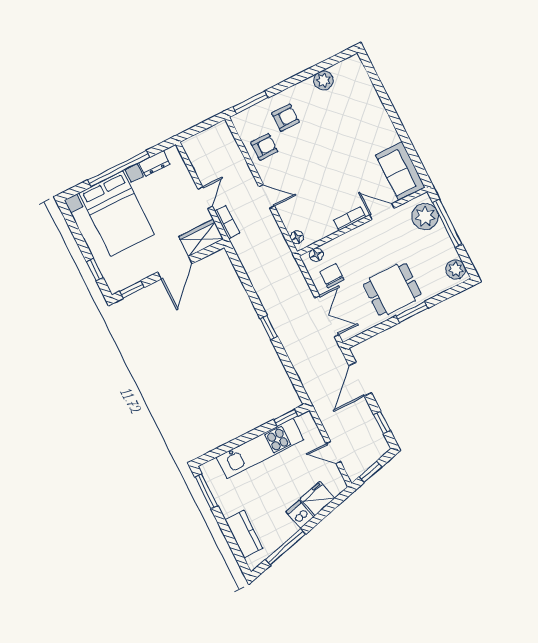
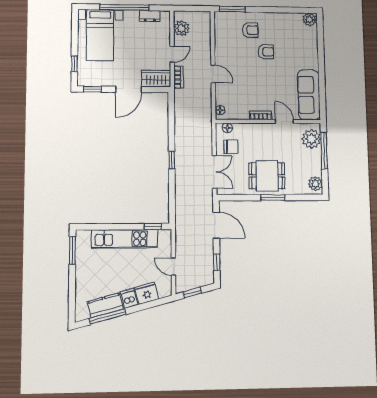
plant: (323, 80) -> (309, 20), moved
armchair: (264, 147) -> (266, 52), moved
plant: (200, 159) -> (182, 28), added
sofa: (400, 171) -> (309, 95), width x1.36
bed with nightstands: (117, 214) -> (100, 35), width x0.73
chair: (332, 276) -> (231, 147), turned 90
door: (360, 379) -> (216, 225), swing flipped
kitchen counter: (244, 534) -> (105, 305), moved, turned -105

